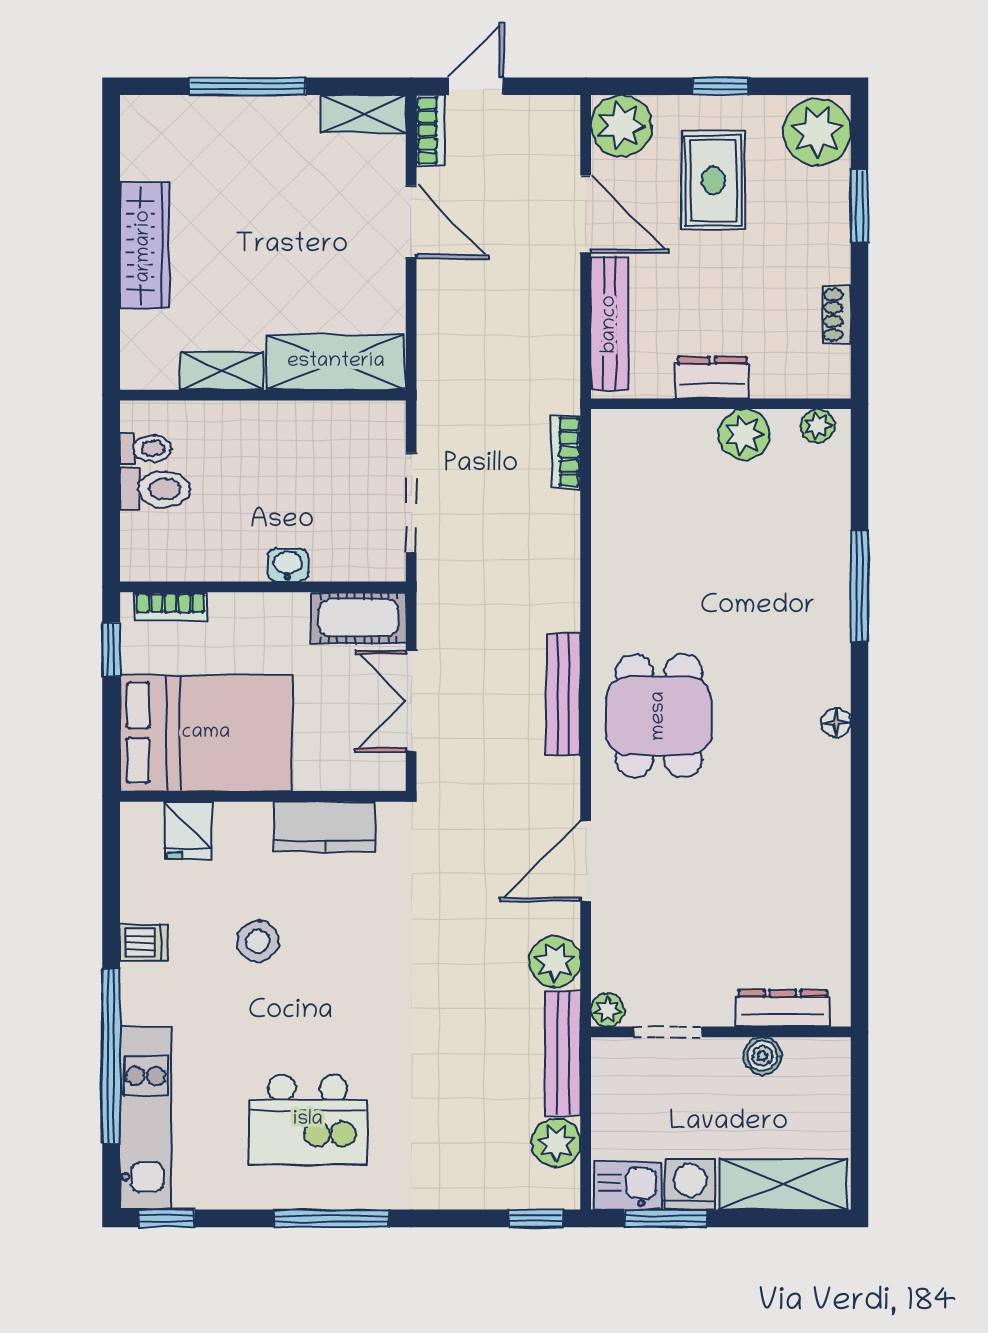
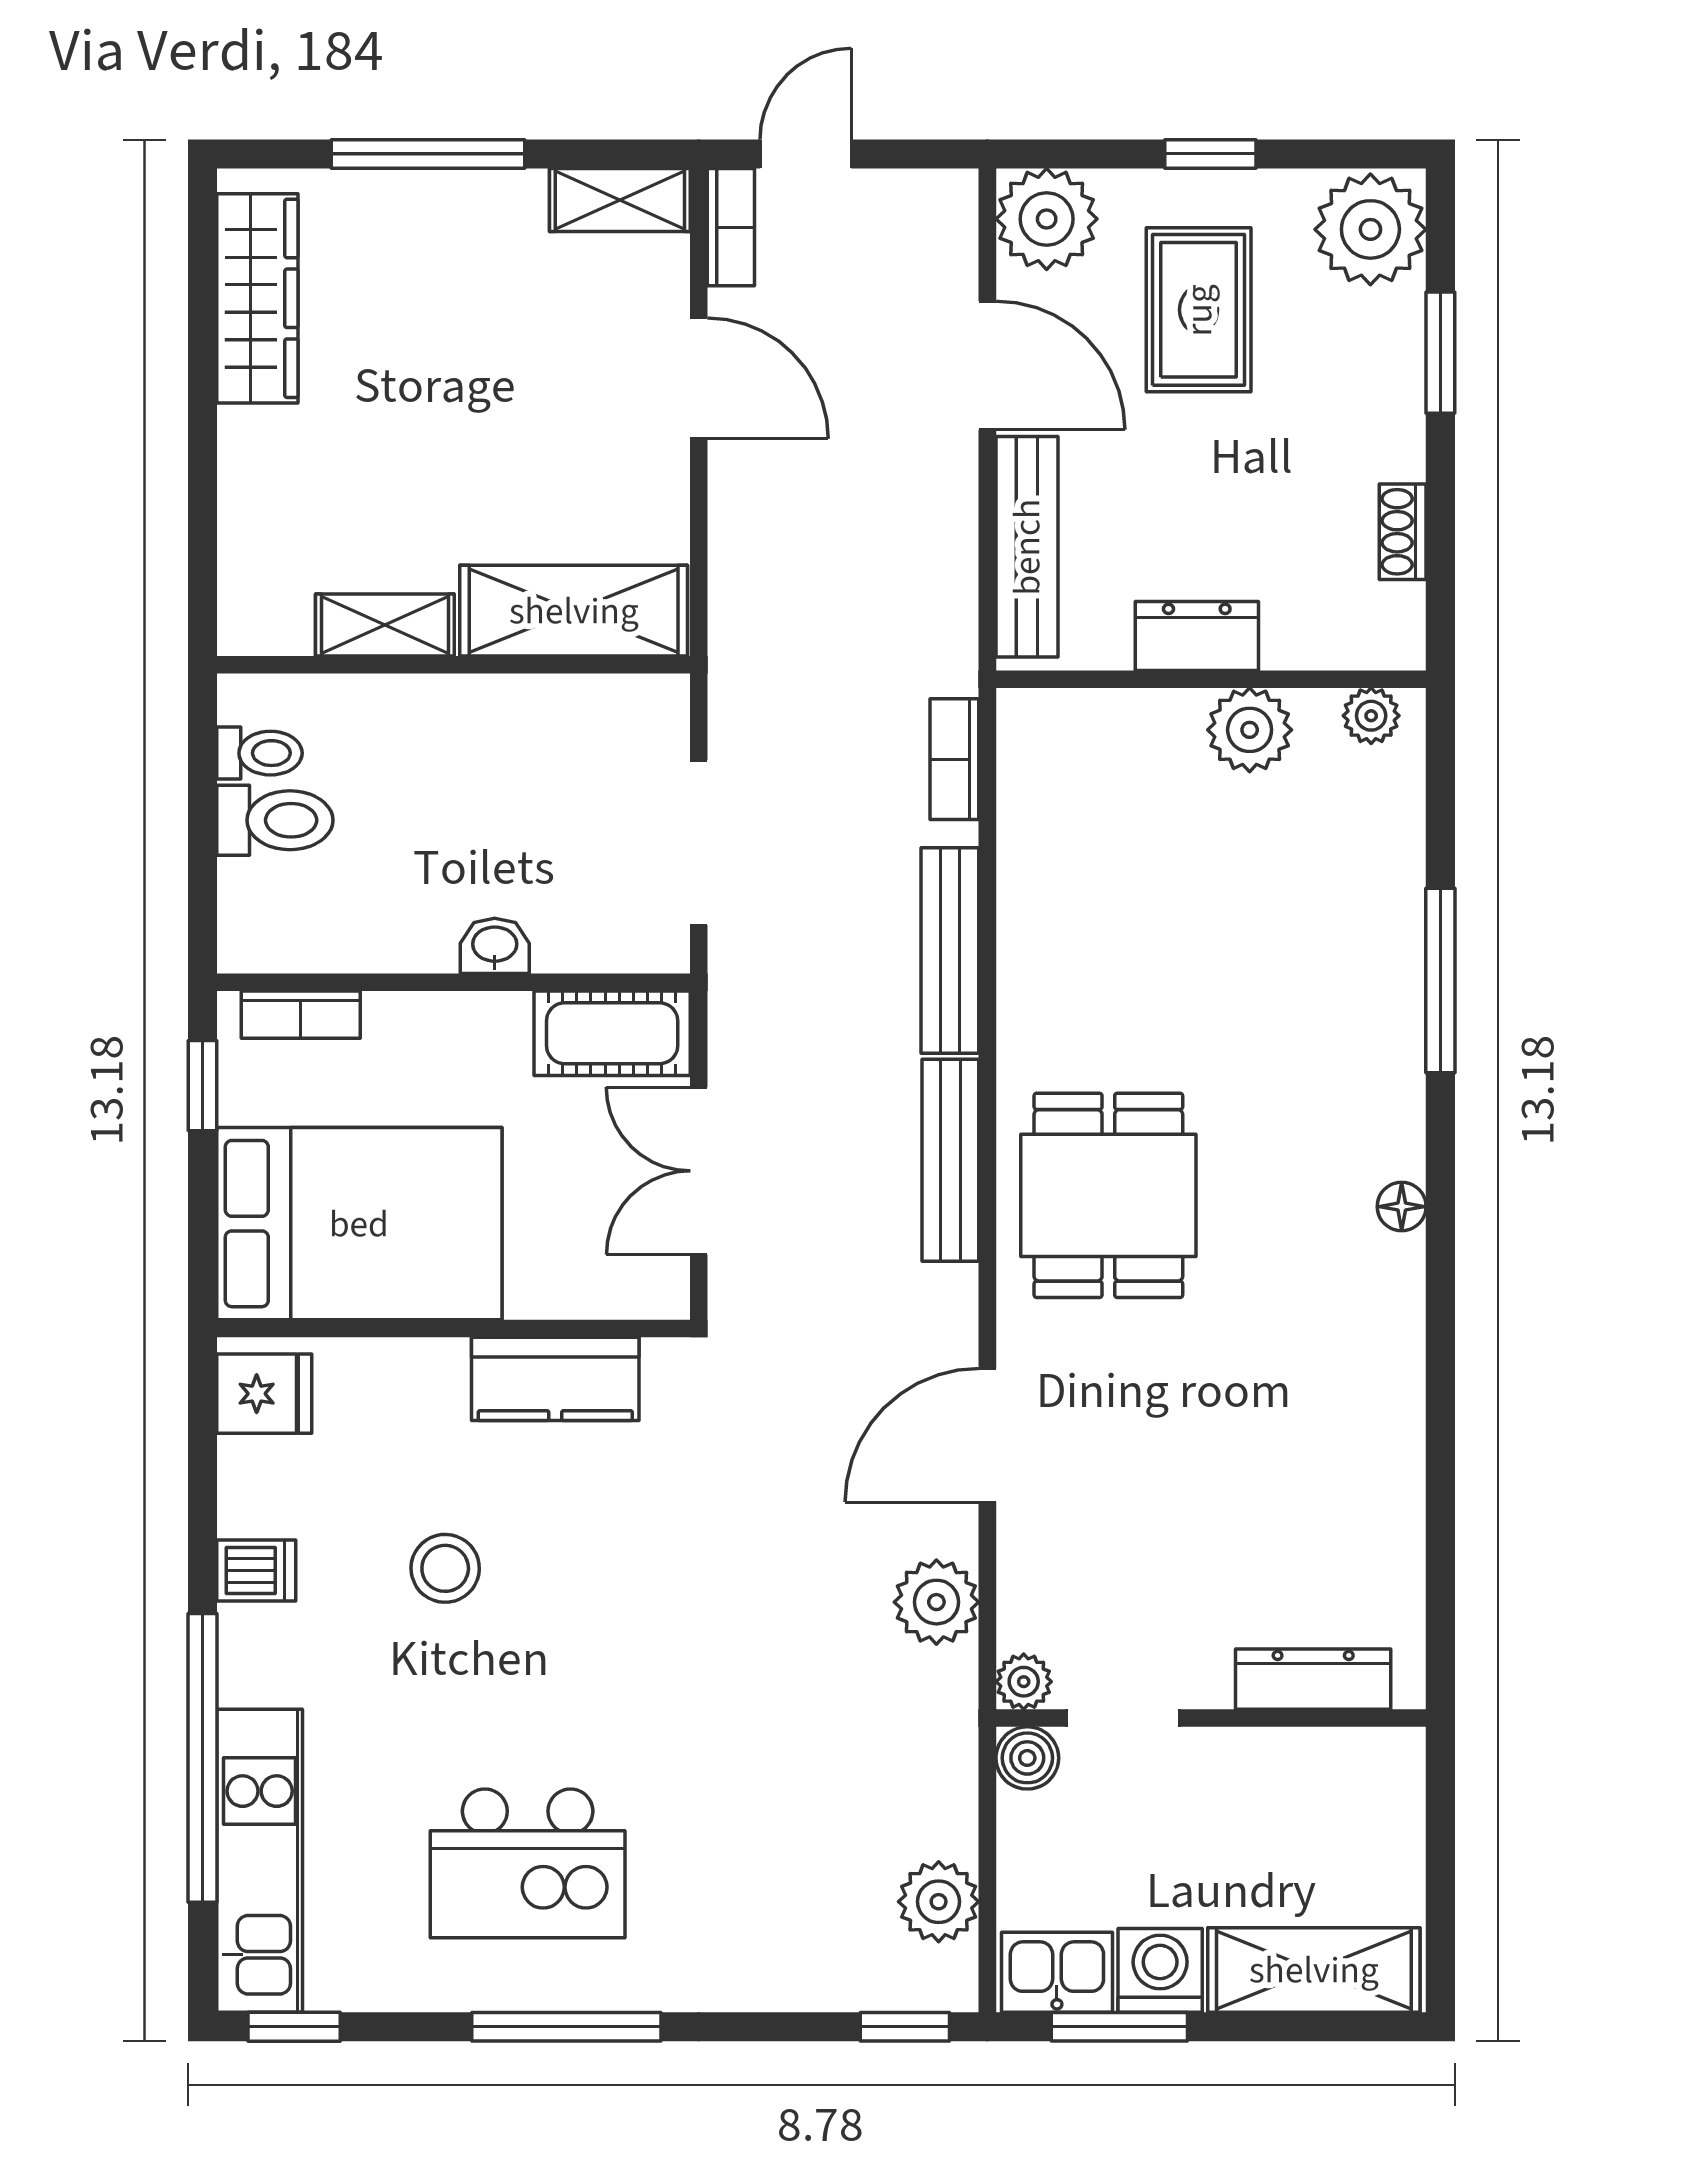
wardrobe: (144, 246) -> (257, 298), moved
fridge: (188, 830) -> (264, 1394), moved, turned -90
bench: (563, 1053) -> (950, 950), moved
boiler: (762, 1056) -> (1027, 1758), moved

